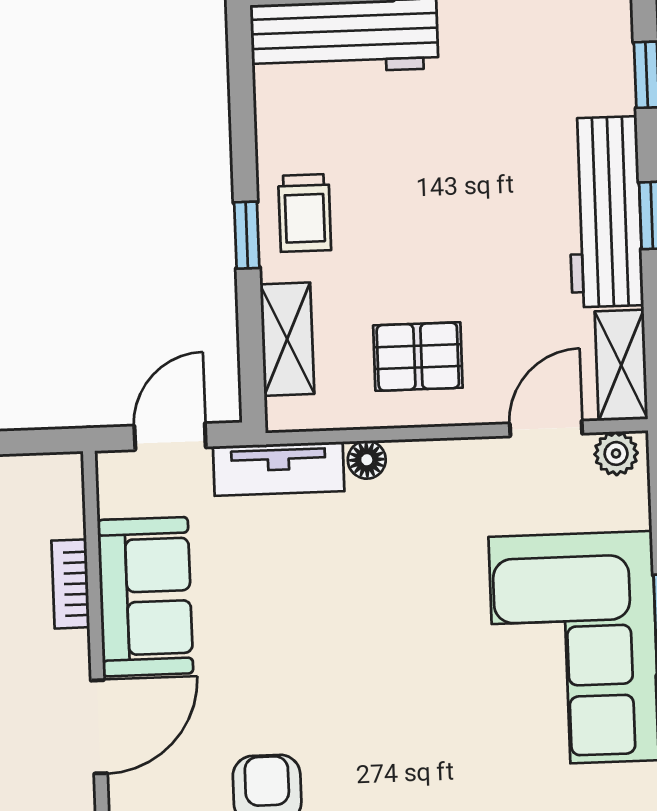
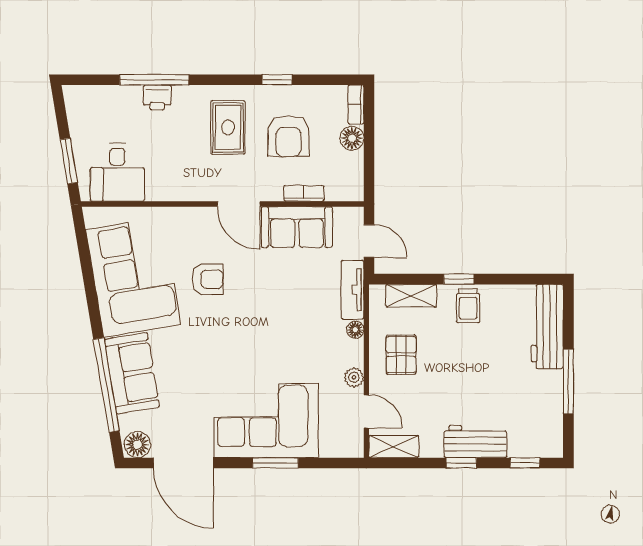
workbench: (605, 212) -> (475, 442), width x0.73
trolley: (305, 213) -> (468, 306), turned -90
plant: (616, 453) -> (354, 377), moved

